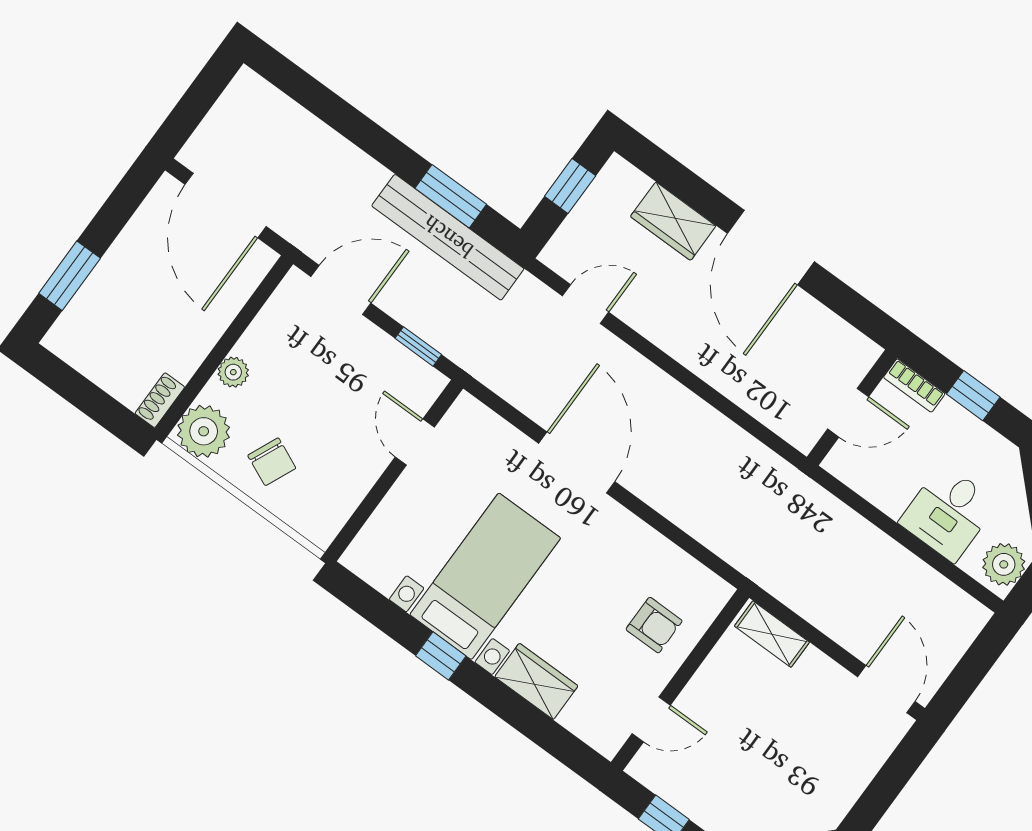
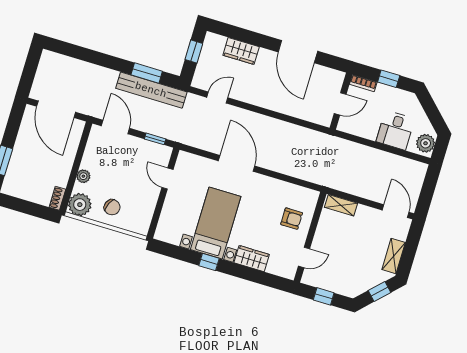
door: (771, 247) -> (298, 52), moved
door: (341, 290) -> (115, 127), hinge flipped
shelving: (847, 785) -> (394, 256), added

